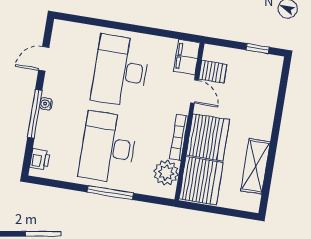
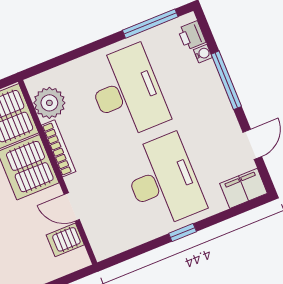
window: (129, 27) -> (183, 233), added
filing cabinet: (187, 57) -> (244, 188), moved, turned -90
water cooler: (46, 104) -> (203, 54), moved
window: (110, 193) -> (150, 24), moved

